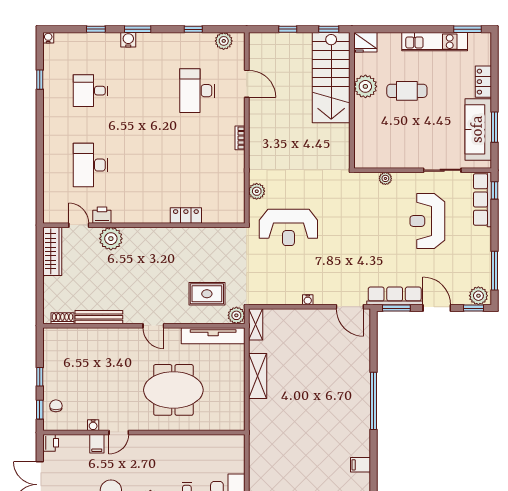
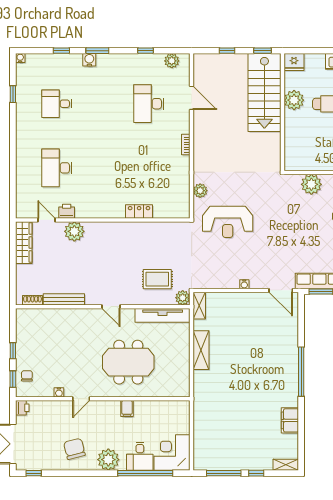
plant: (385, 178) -> (311, 184), width x1.87, depth x1.87
filing cabinet: (97, 444) -> (127, 409), moved
filing cabinet: (361, 465) -> (290, 420), width x2.00

